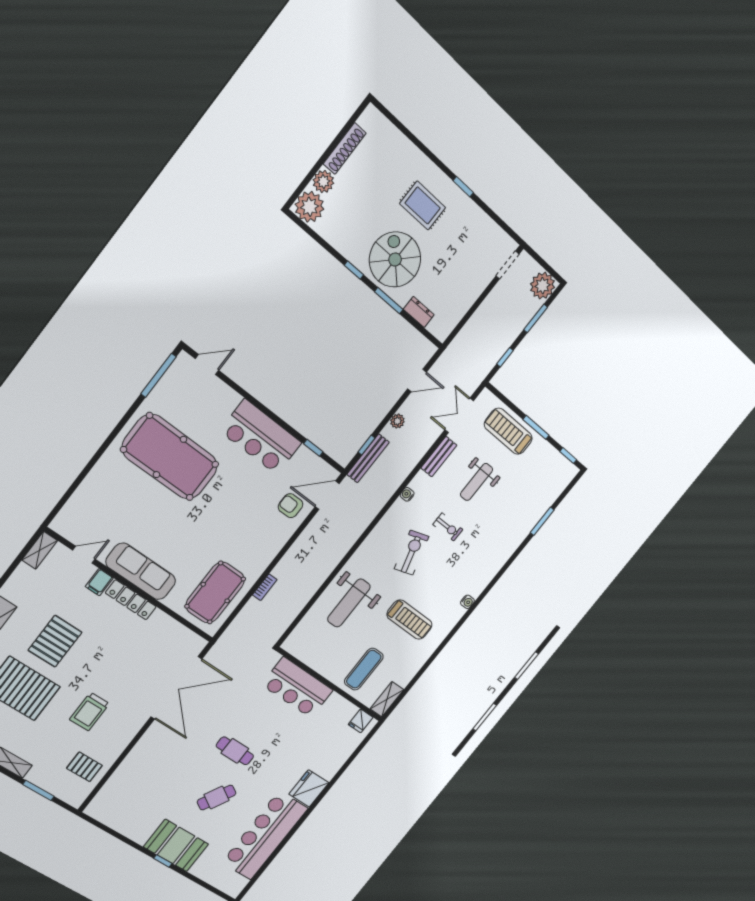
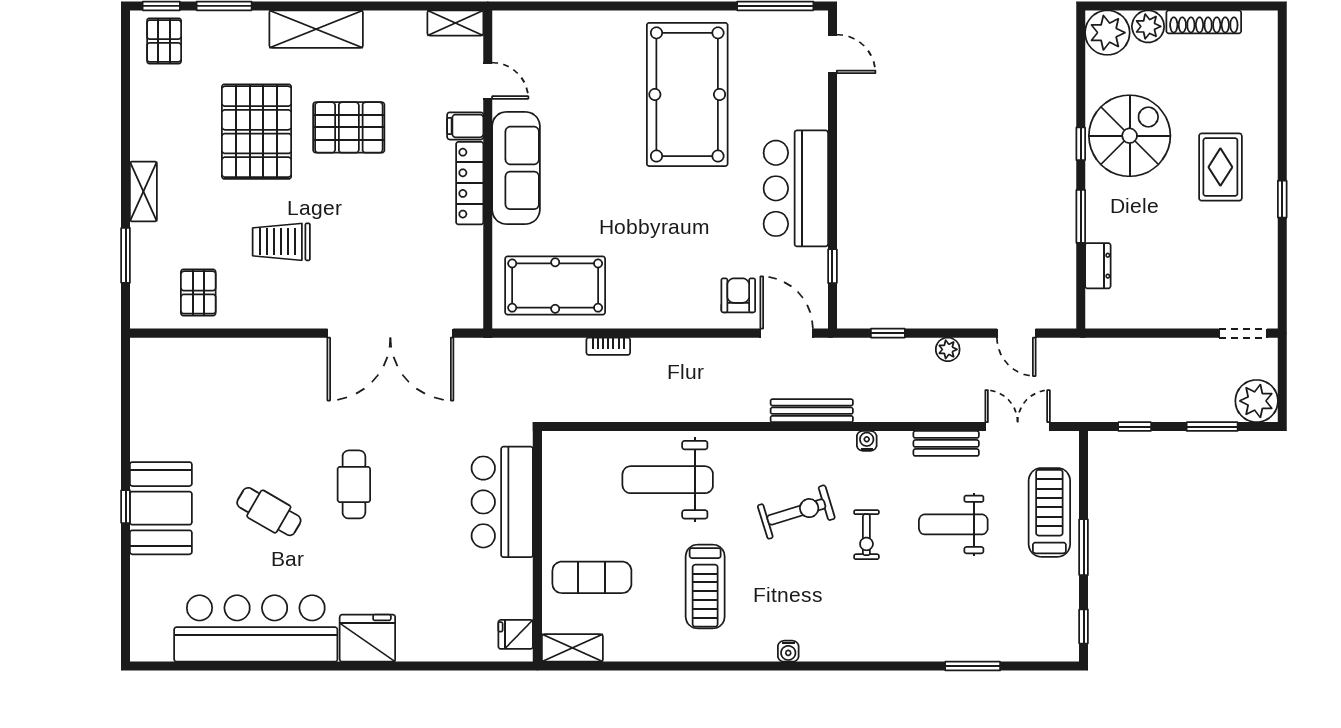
spiral stairs: (395, 260) -> (1130, 136), moved
bench: (368, 458) -> (812, 411), moved

